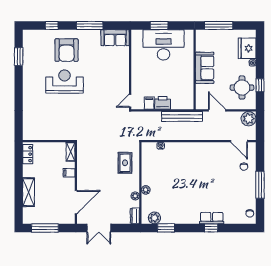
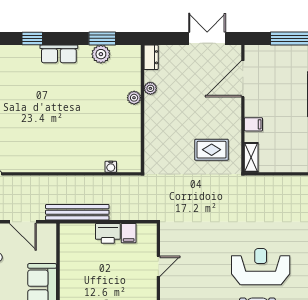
reception desk: (64, 82) -> (261, 267), turned 180
door: (130, 101) -> (158, 266), moved
rug: (125, 163) -> (212, 150), moved, turned 90
plant: (154, 218) -> (101, 54), moved
row of seats: (212, 218) -> (59, 54), moved

